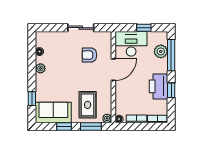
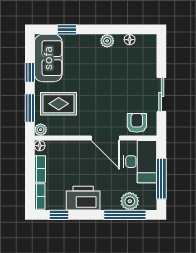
window: (144, 28) -> (161, 179), width x2.17
armchair: (89, 55) -> (137, 123), moved
window: (171, 90) -> (59, 215), moved

